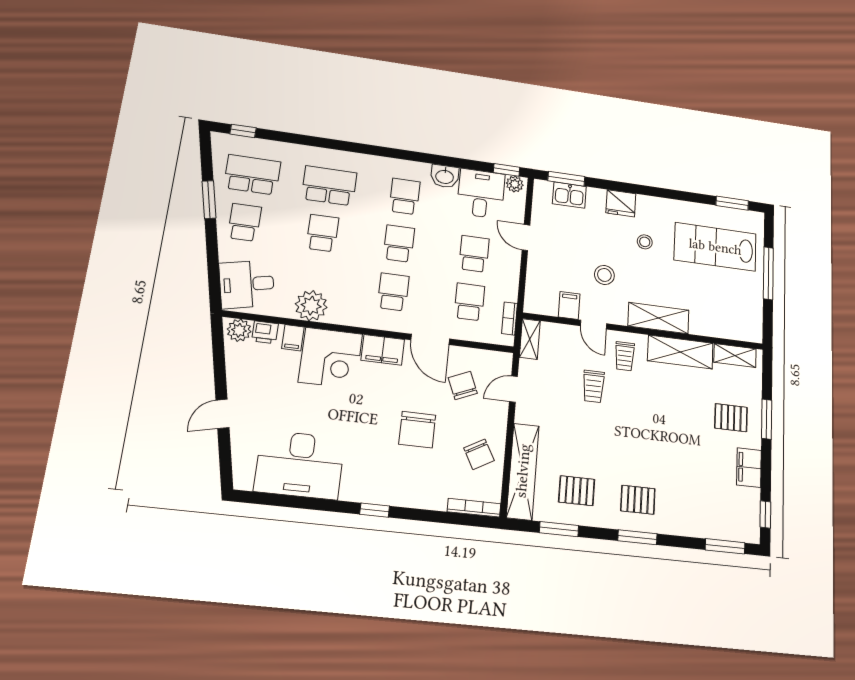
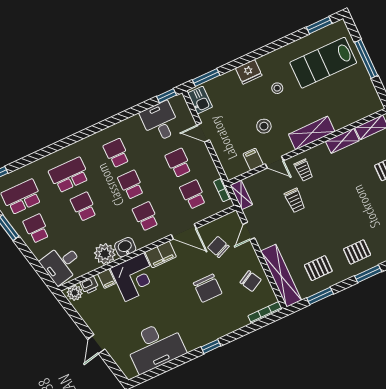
washbasin: (445, 176) -> (125, 247), moved, turned 180
plant: (515, 184) -> (177, 102), removed
kitchen sink: (569, 195) -> (200, 100), moved, turned -90
shelving: (680, 352) -> (342, 141), width x0.67, depth x0.75

